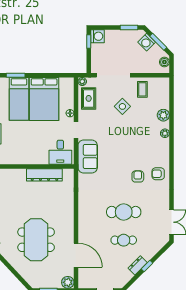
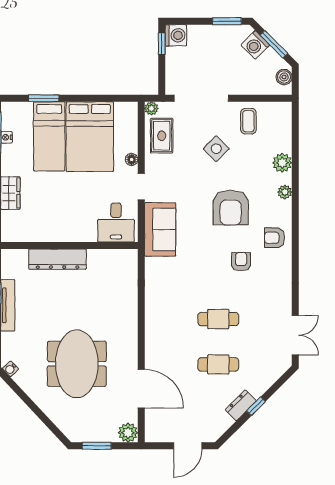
armchair: (131, 143) -> (231, 208), added
armchair: (158, 174) -> (274, 238), moved
dresser: (44, 175) -> (58, 259), moved
cafe table: (124, 212) -> (218, 319), width x0.73, depth x0.74

